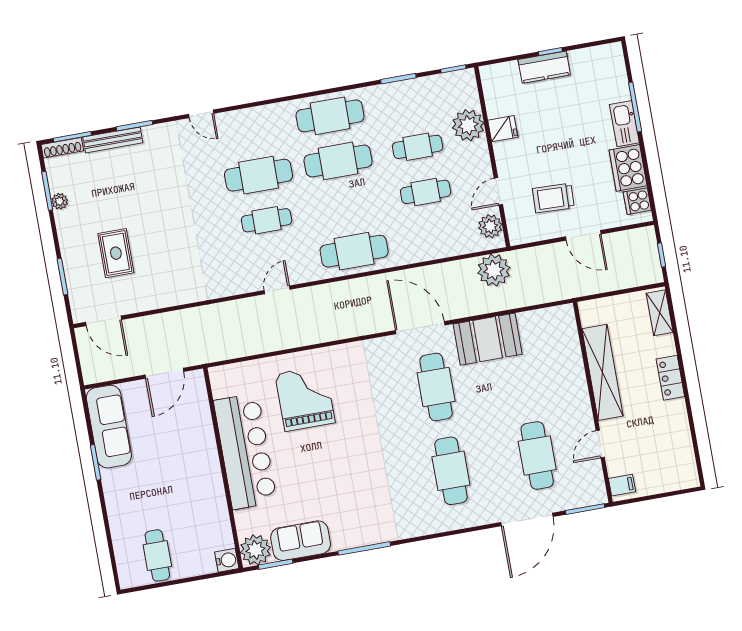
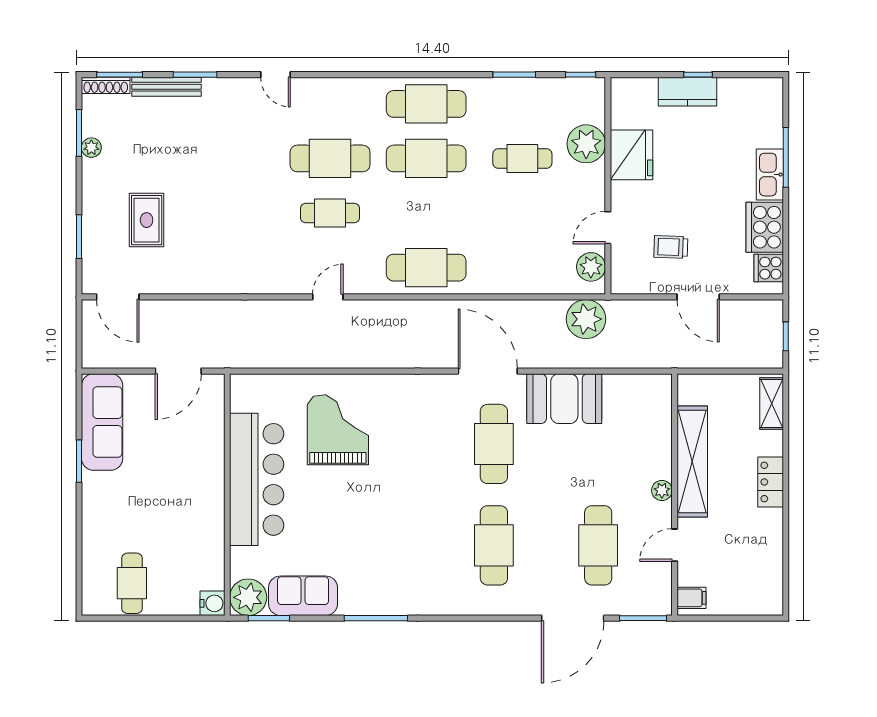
fridge: (503, 129) -> (631, 155), width x1.88, depth x1.34
cafe table: (426, 192) -> (522, 213), removed
trolley: (553, 198) -> (671, 247), width x0.73, depth x0.72
plant: (582, 401) -> (662, 490), added

